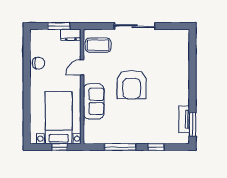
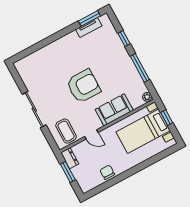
plant: (89, 139) -> (147, 97), added

